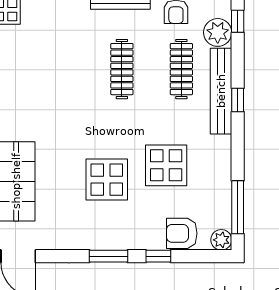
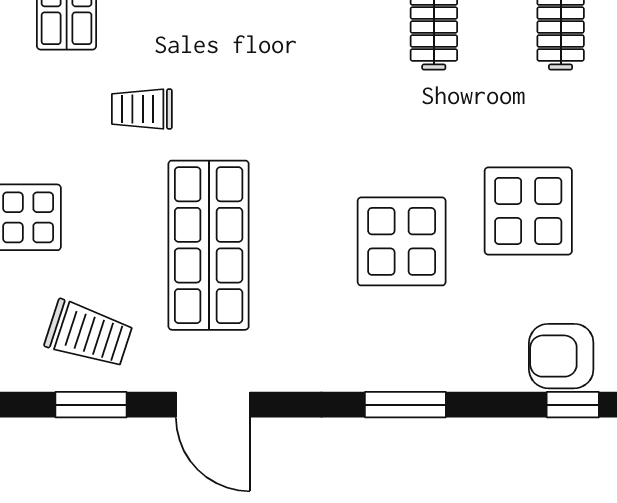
window: (158, 256) -> (573, 405), moved

